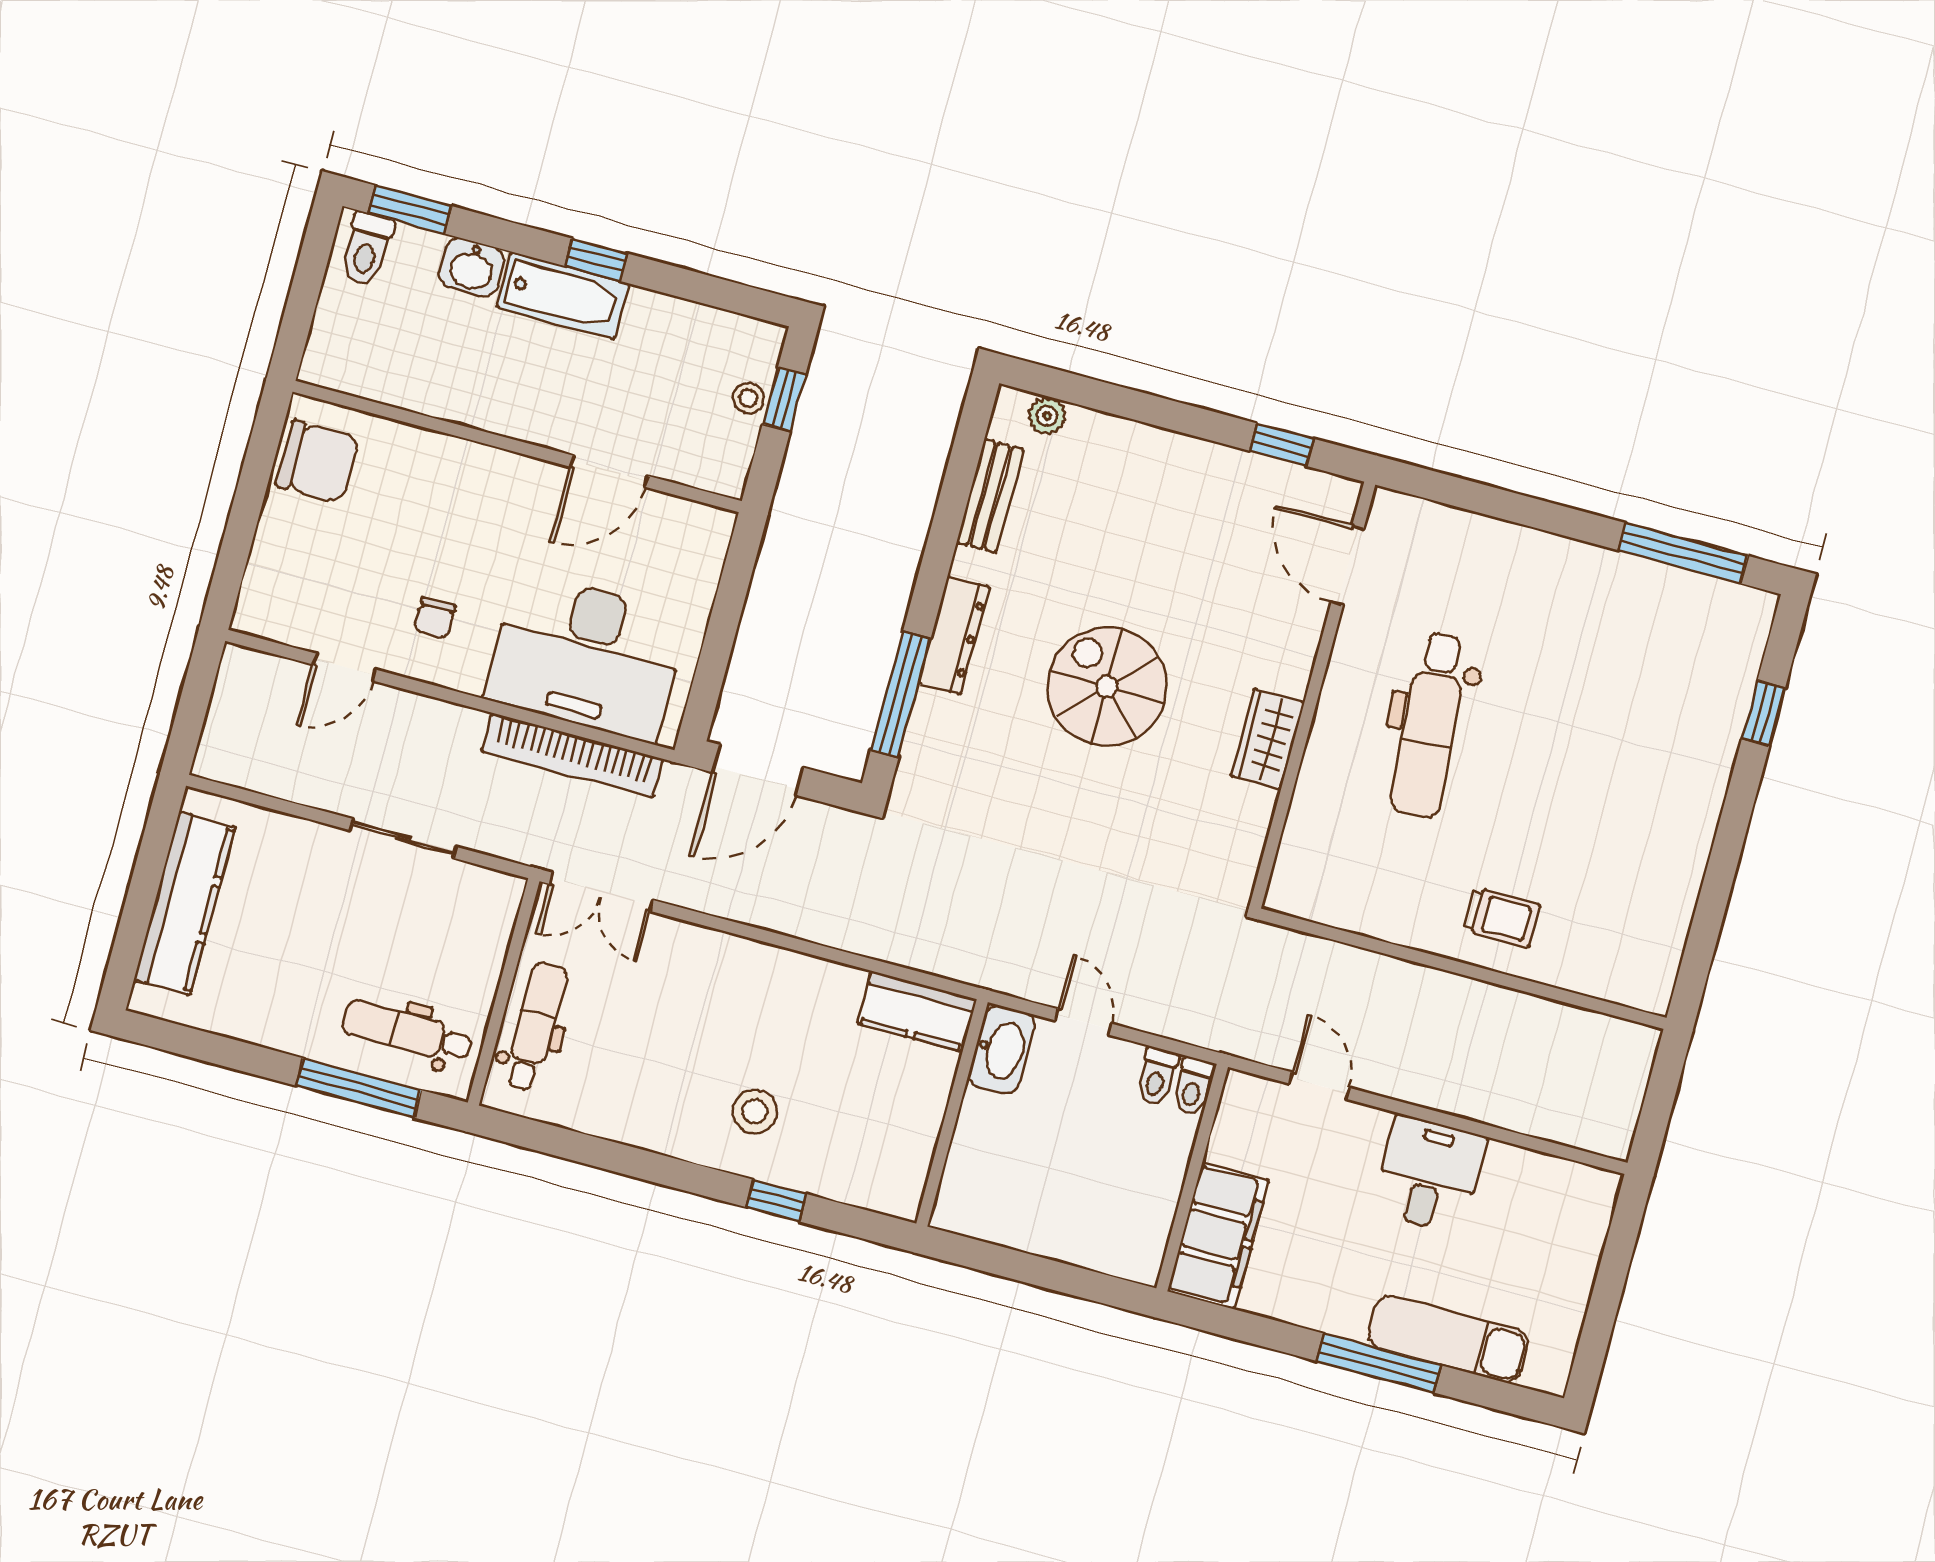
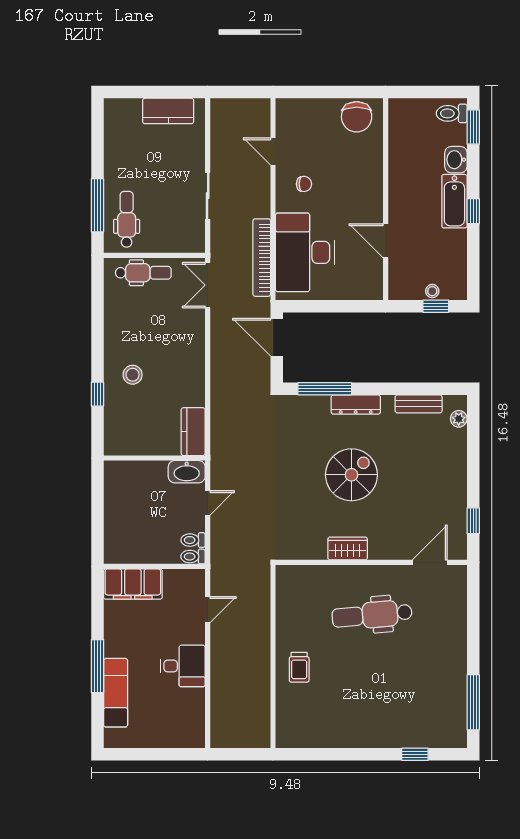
chair: (435, 618) -> (304, 184), turned 180
kitchen counter: (185, 903) -> (168, 111), width x0.67

